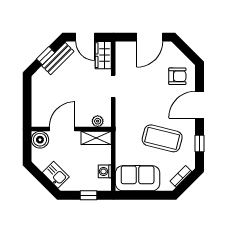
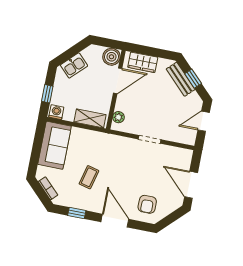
wardrobe: (103, 55) -> (143, 62), moved, turned 180
bench: (58, 59) -> (181, 79), moved
door: (62, 129) -> (118, 81), hinge flipped
shelving: (96, 138) -> (90, 118), moved, turned 90
coffee table: (162, 138) -> (89, 177), width x0.54, depth x0.58
washing machine: (105, 171) -> (56, 112), moved

